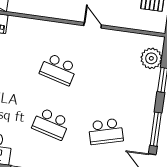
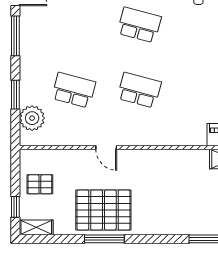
school desk: (106, 131) -> (74, 90), moved, turned 30

